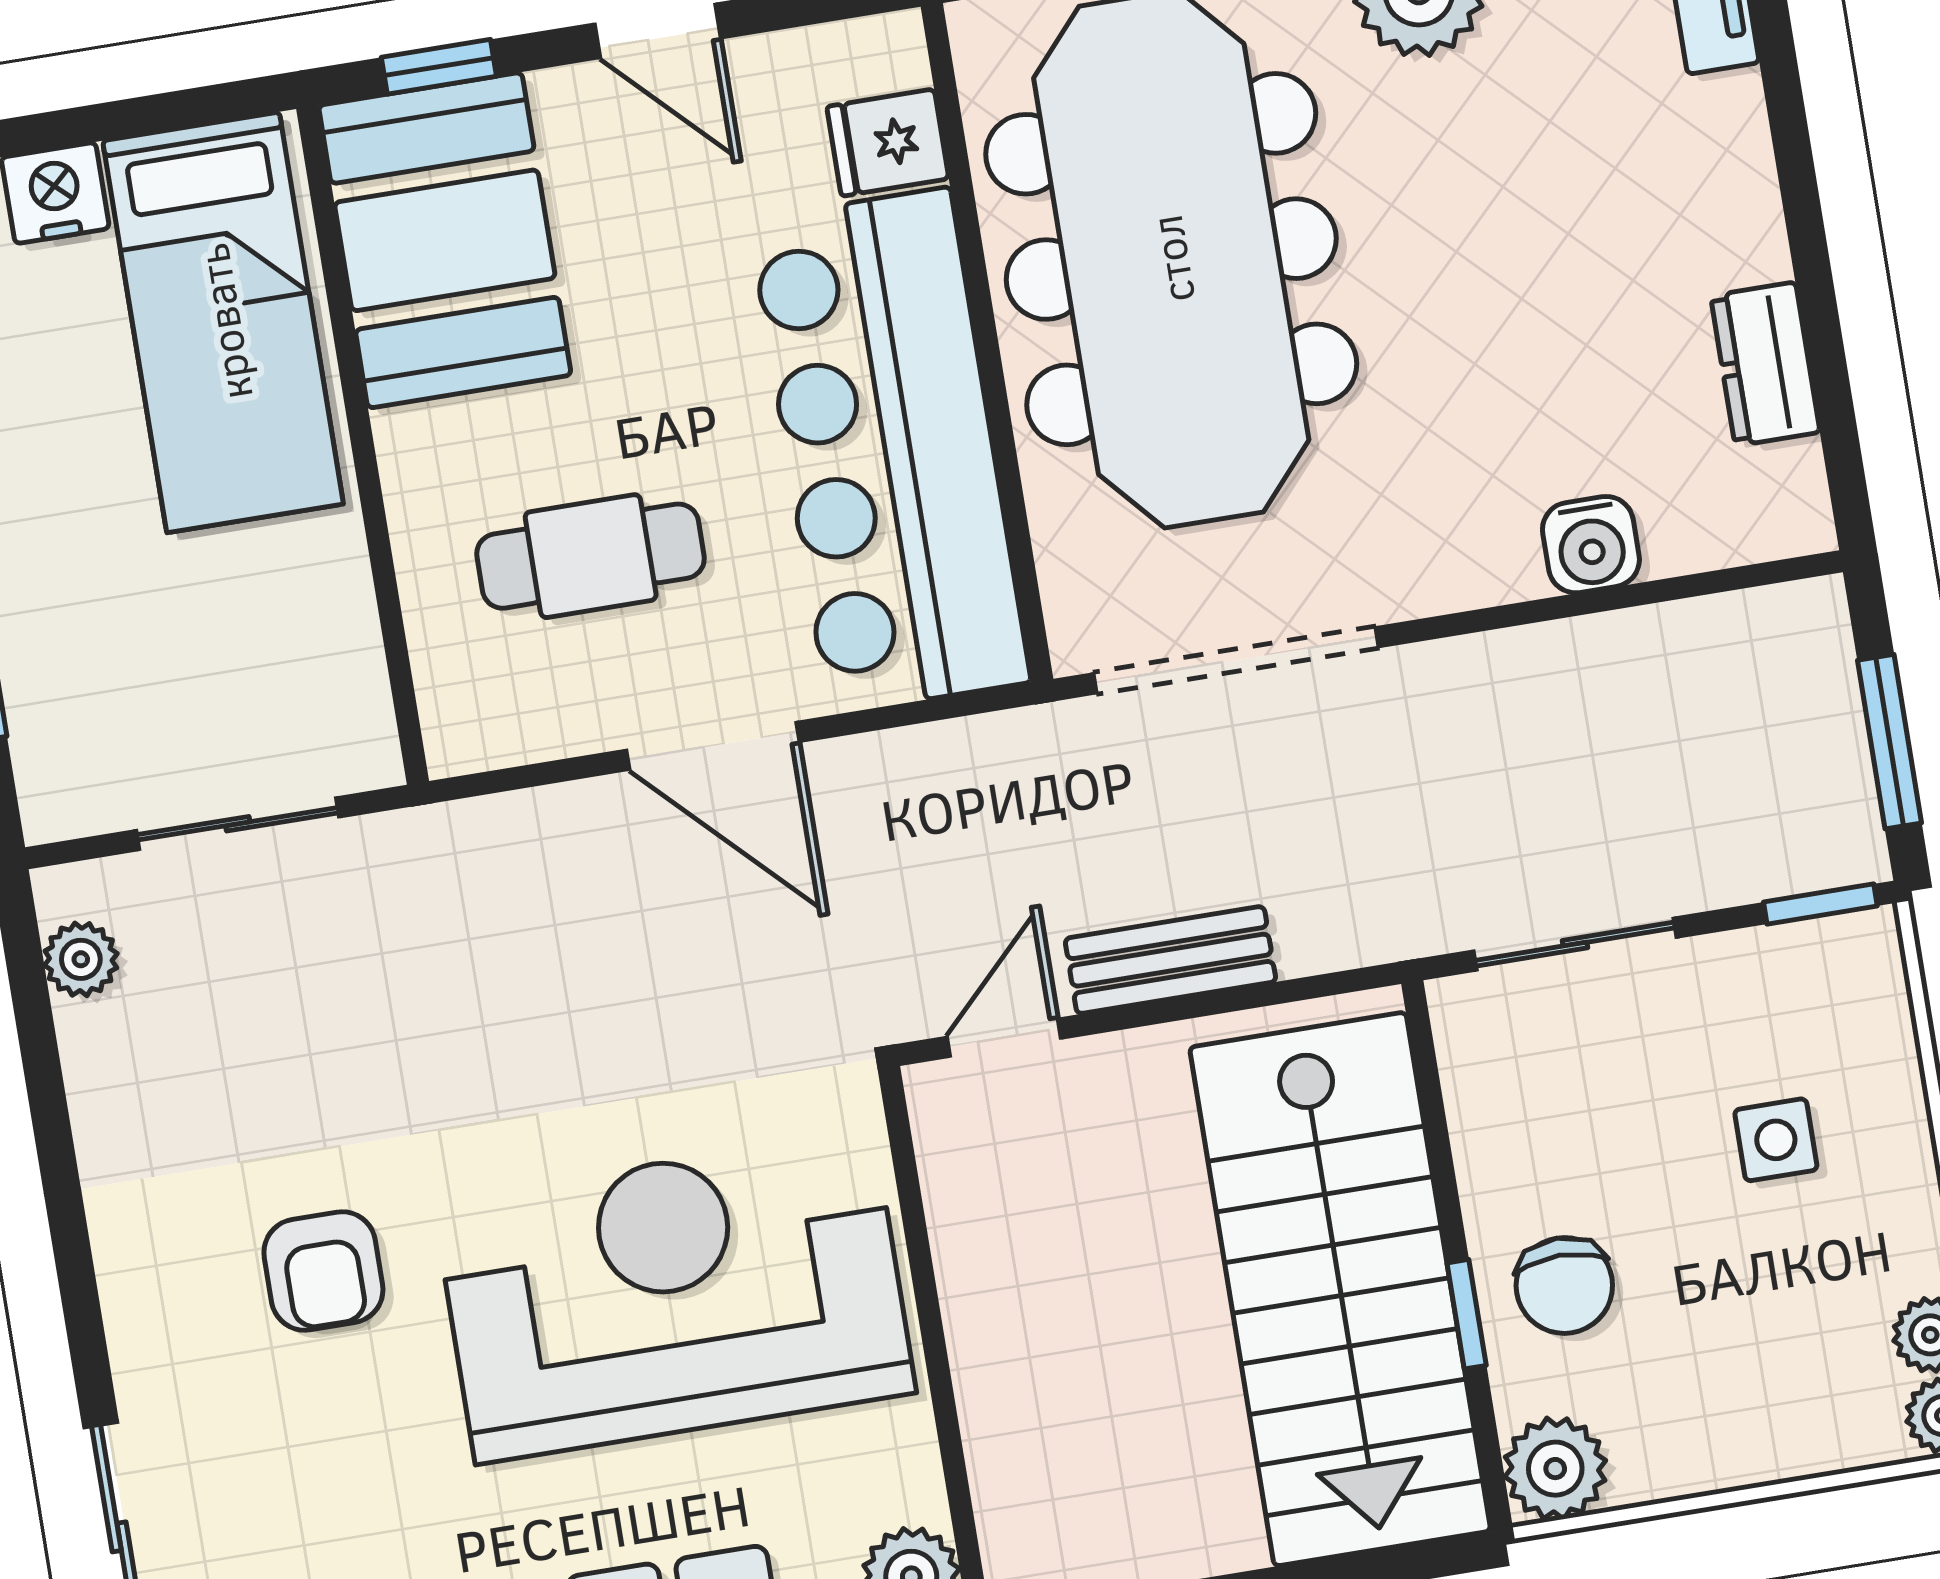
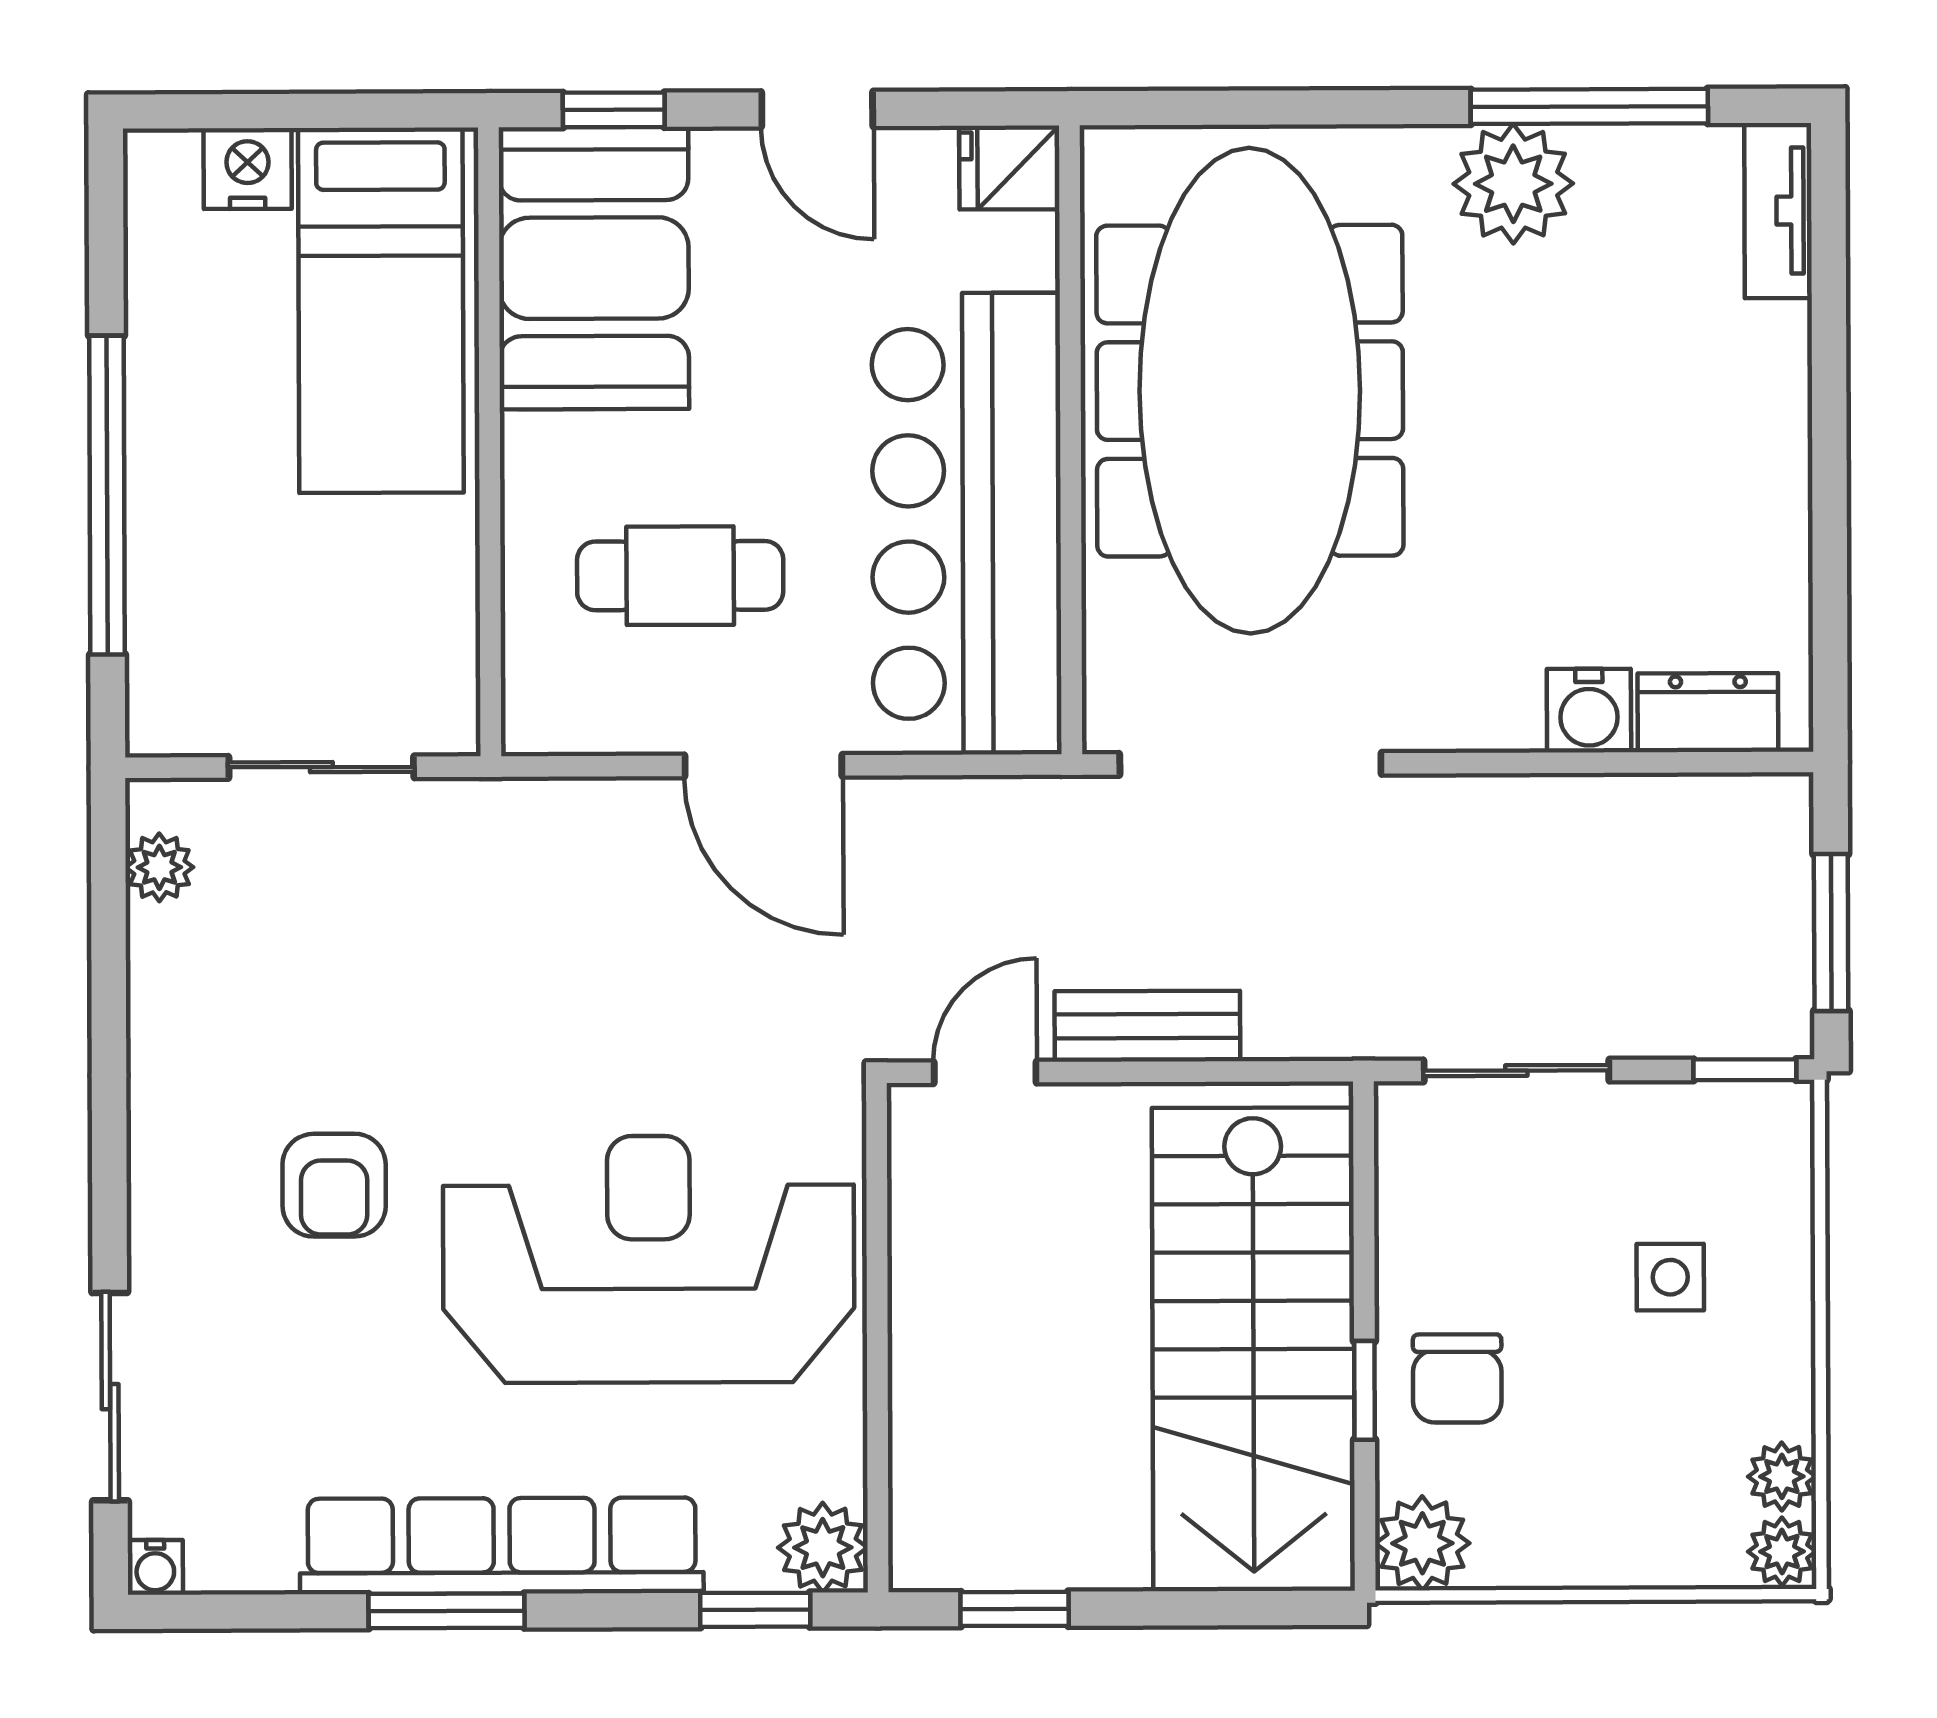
fridge: (888, 143) -> (1009, 168), moved
dresser: (1765, 364) -> (1708, 713), moved, turned 90

